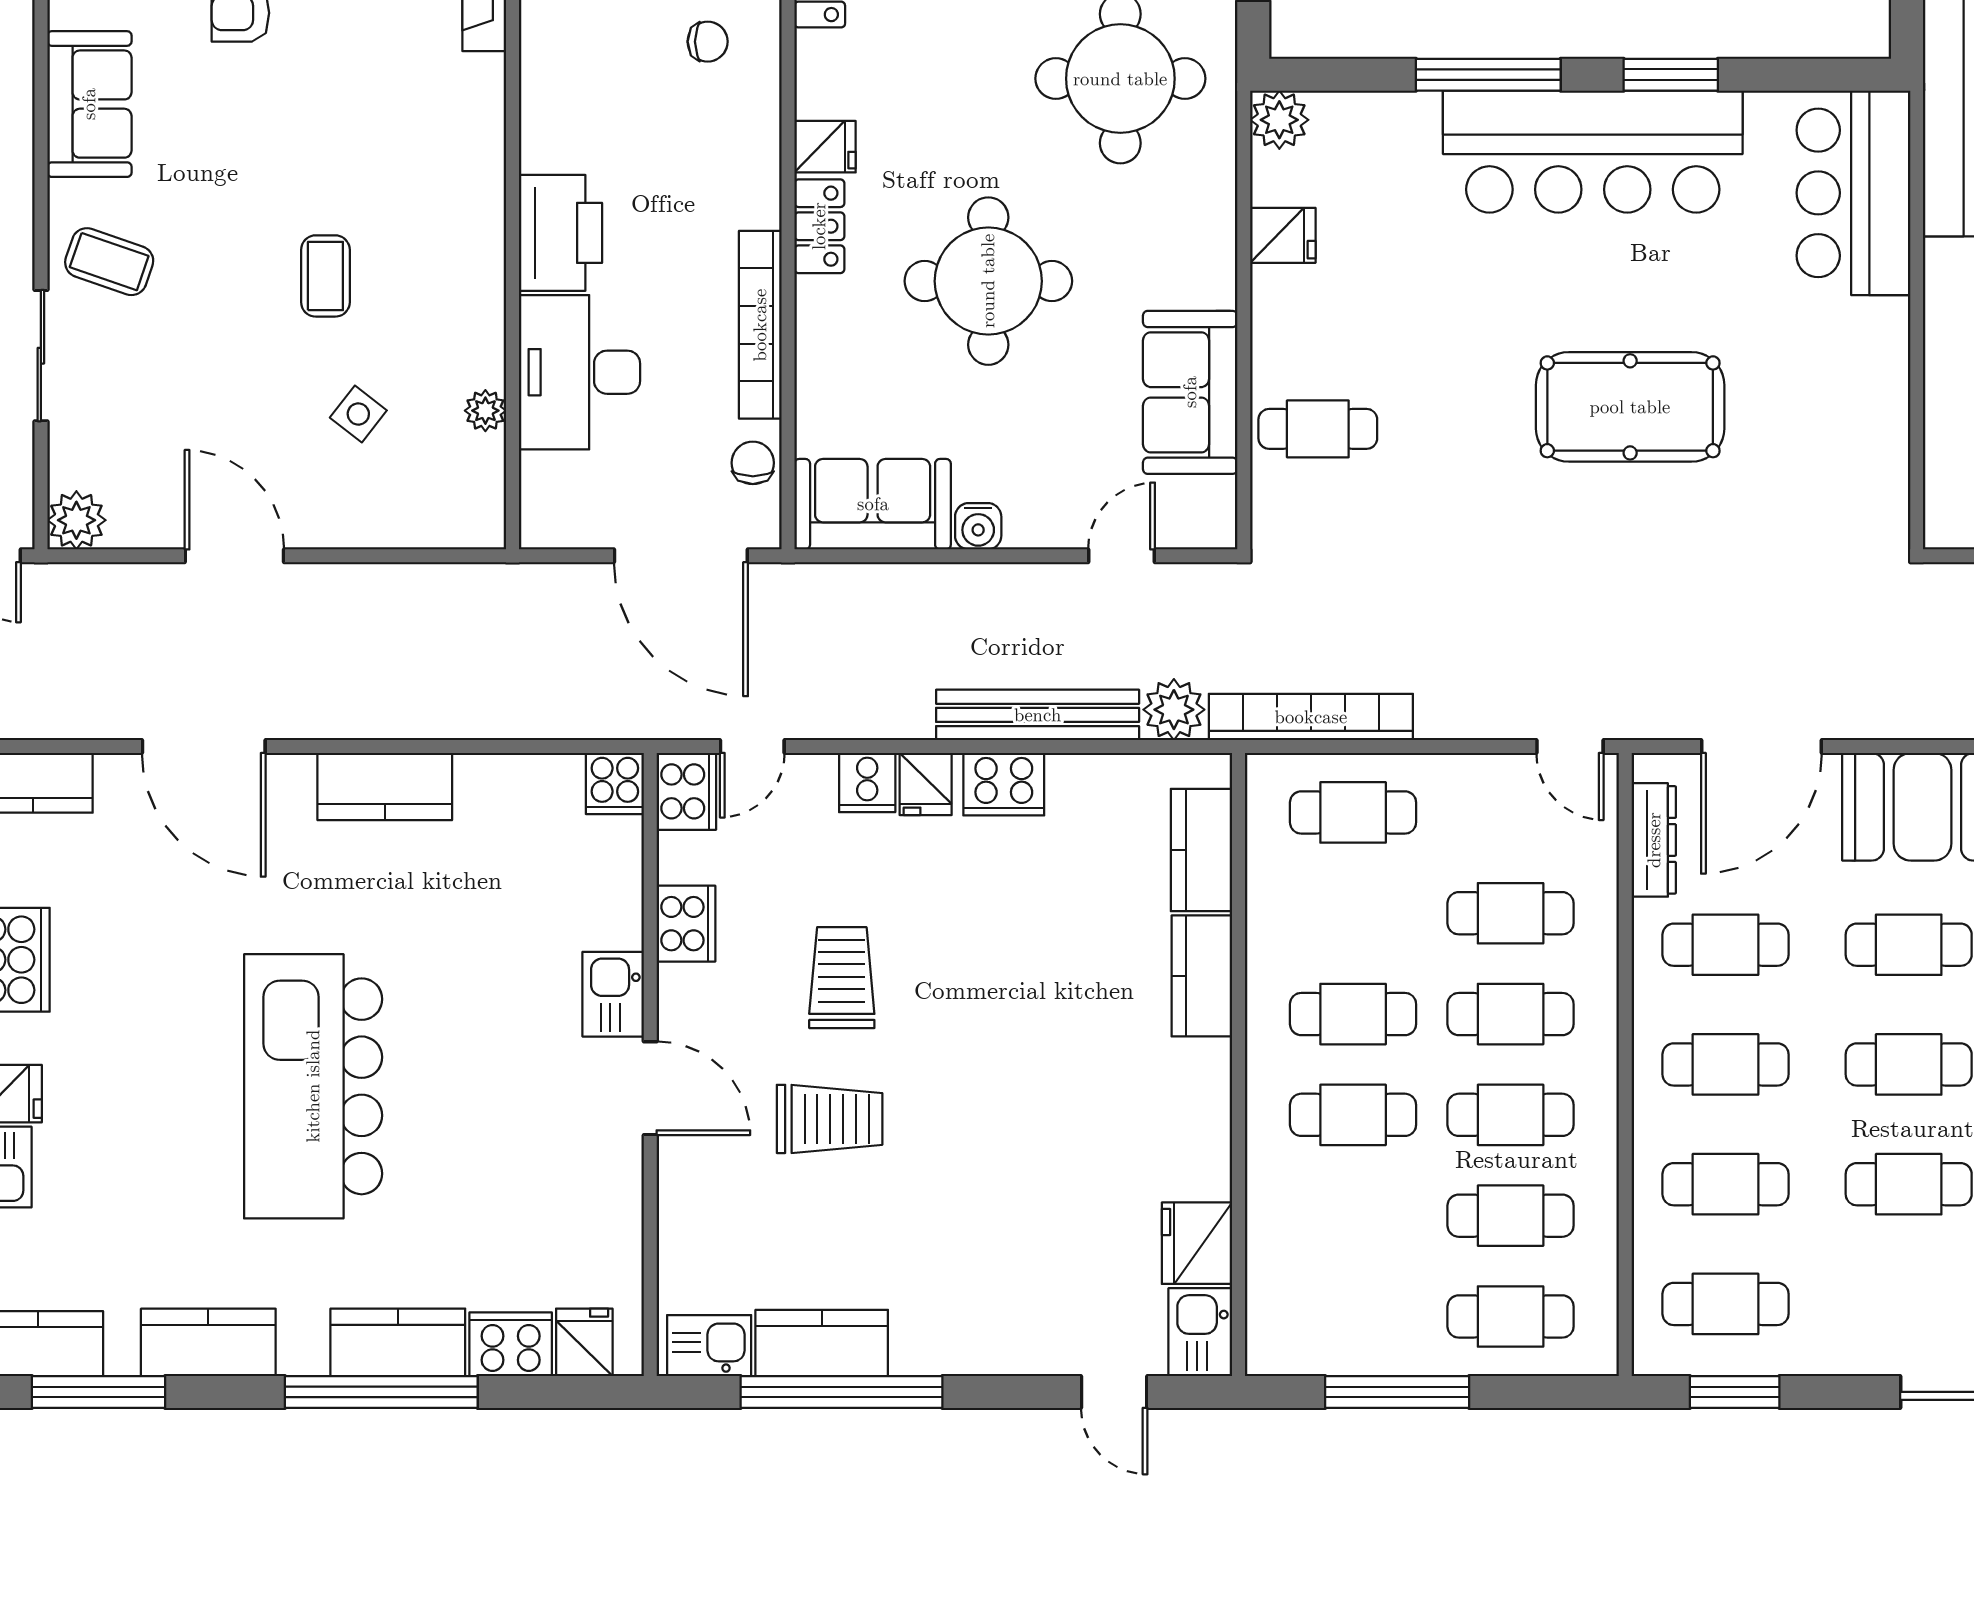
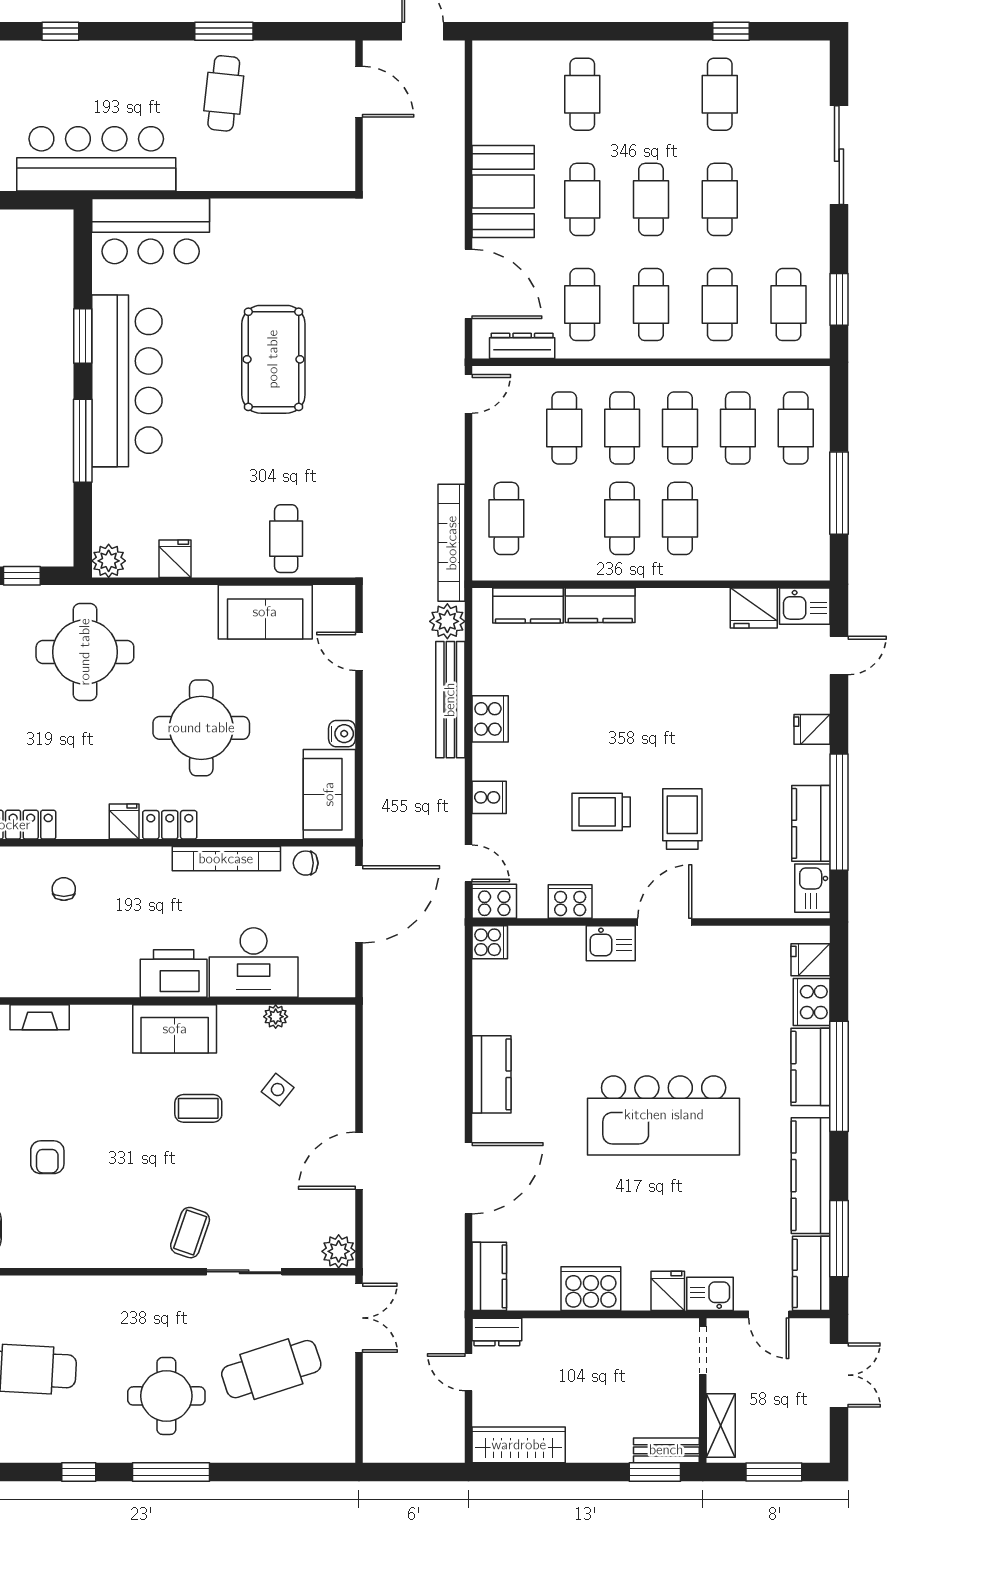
sofa: (89, 104) -> (175, 1029), moved, turned 180
fridge: (926, 784) -> (812, 729), moved, turned 180
kitchen counter: (208, 1342) -> (811, 1176), width x1.50

